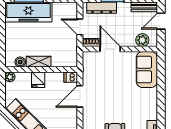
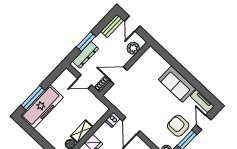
sofa: (147, 70) -> (177, 84), moved

